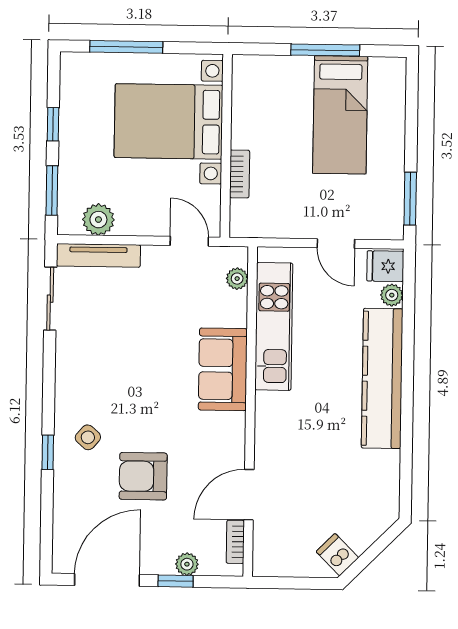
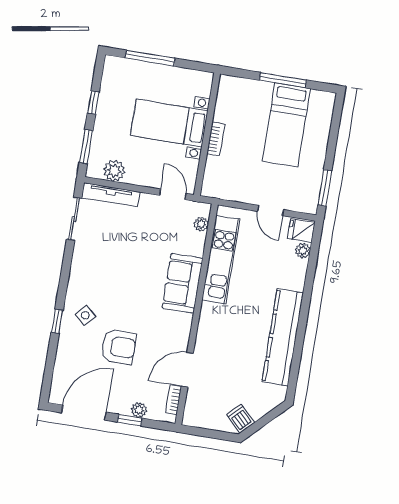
bed with nightstands: (169, 121) -> (169, 123), width x0.73
bookcase: (240, 174) -> (216, 139), moved
kitchen counter: (382, 378) -> (283, 337), moved
armchair: (143, 476) -> (118, 347), turned 180

